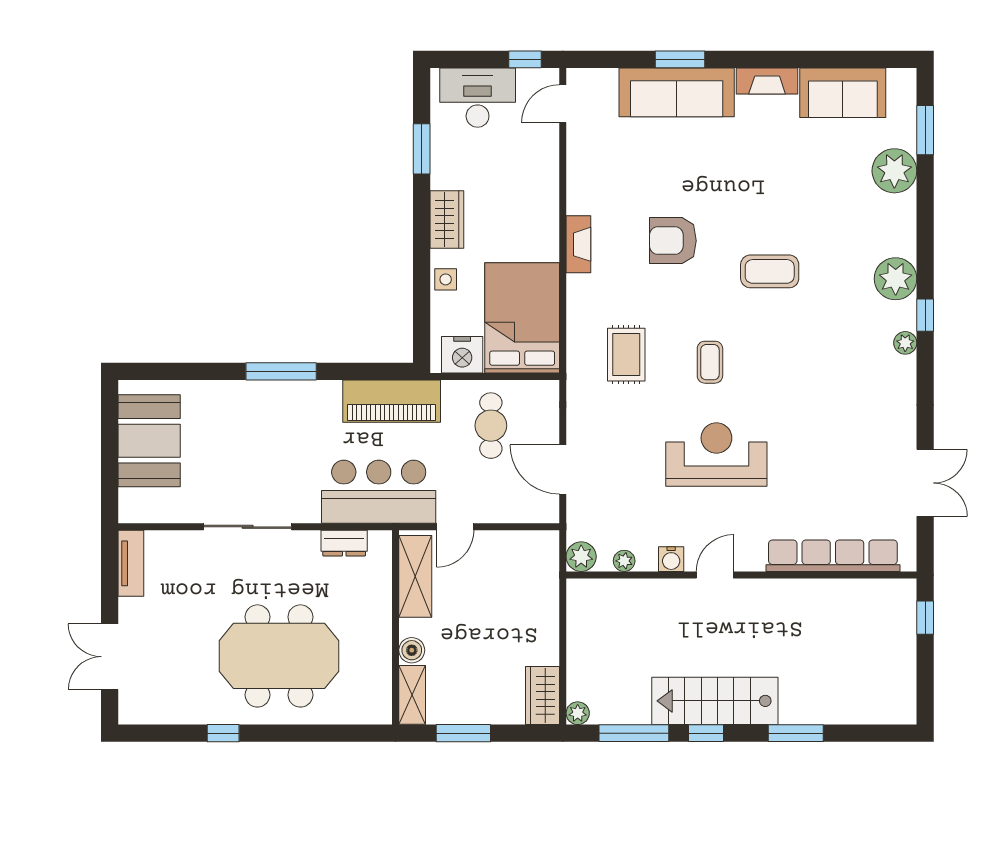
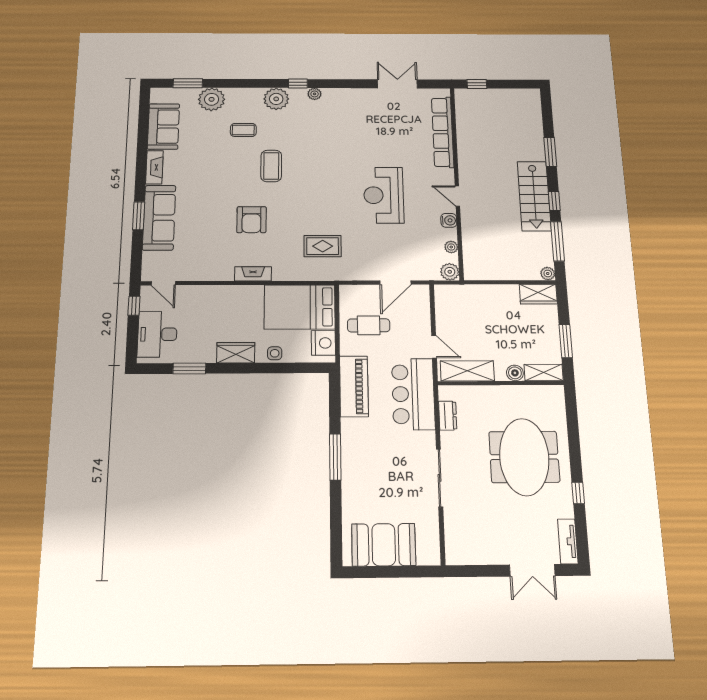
coffee table: (710, 362) -> (243, 130), moved
tv unit: (131, 563) -> (568, 541), moved, turned -90

